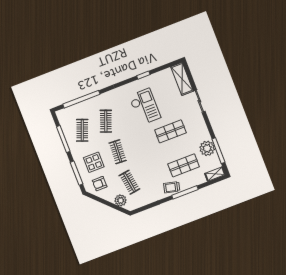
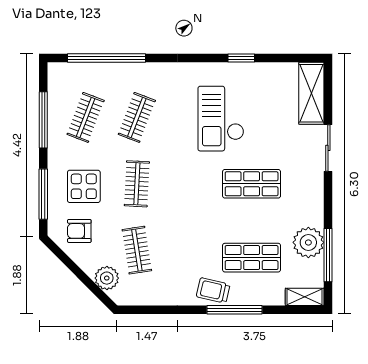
checkout: (145, 107) -> (221, 119), turned 180

